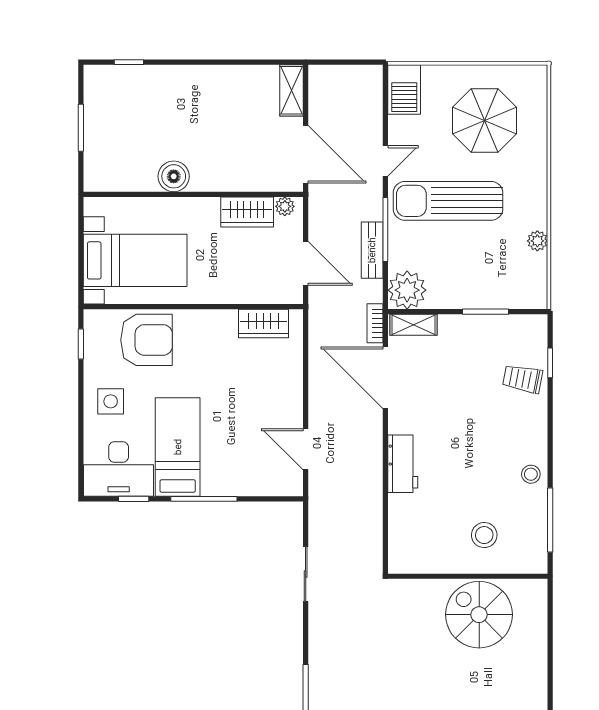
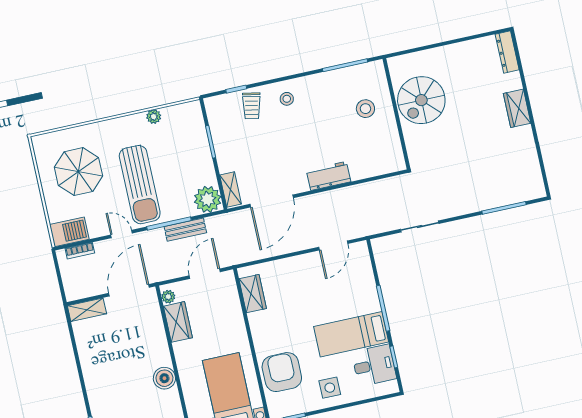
bookcase: (375, 323) -> (80, 251), moved
desk: (119, 469) -> (374, 365), width x0.73
stool: (531, 474) -> (287, 99), moved

